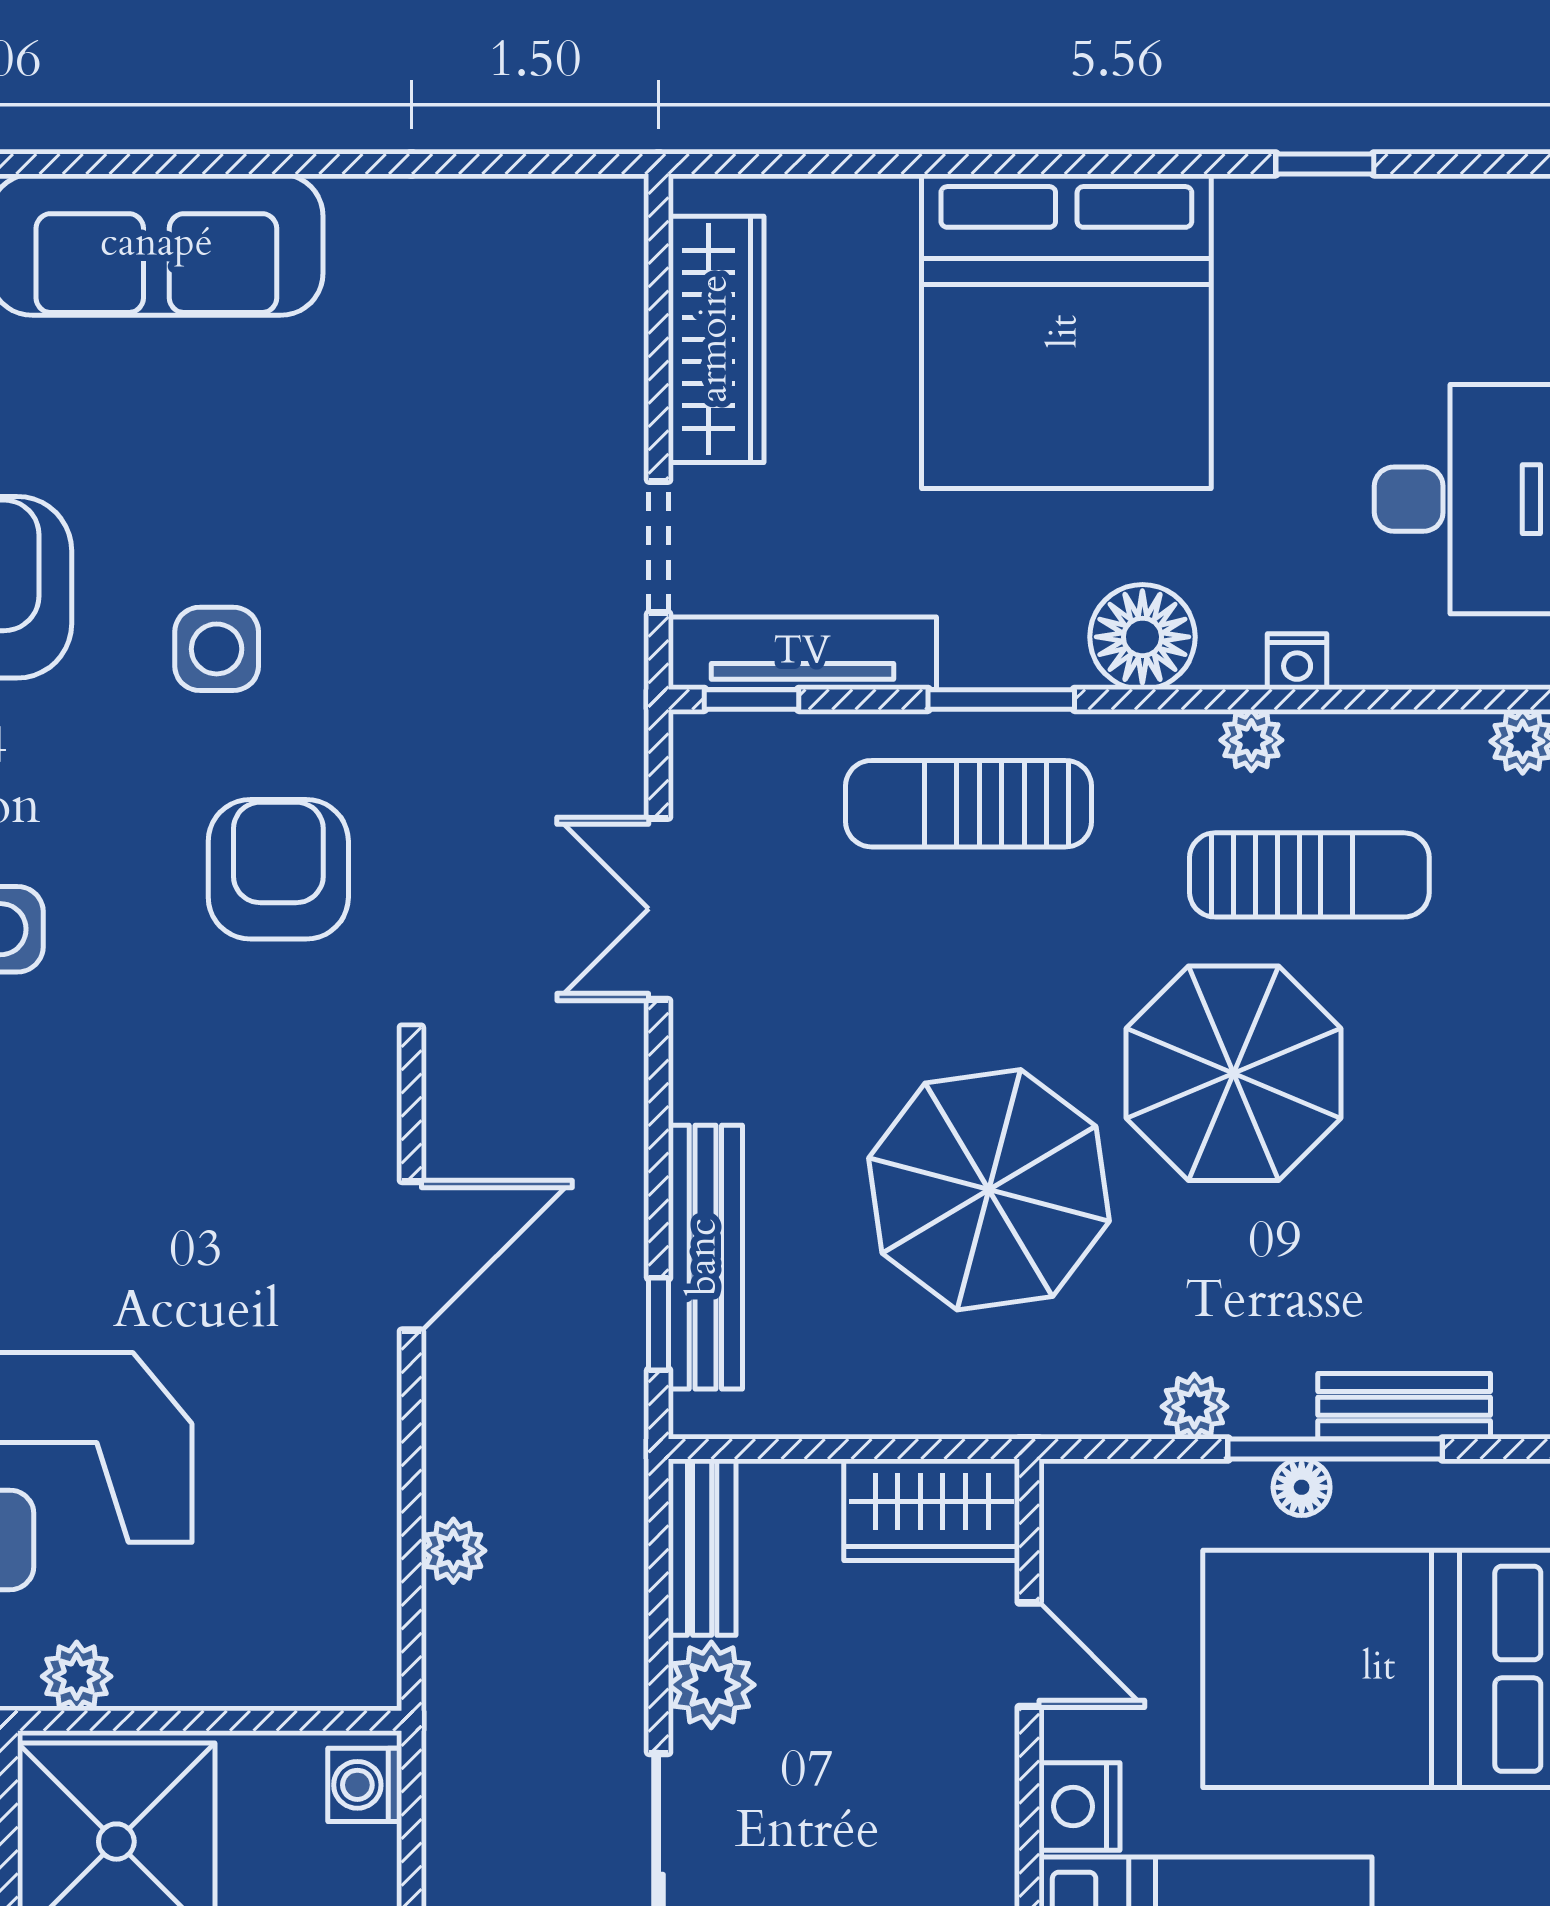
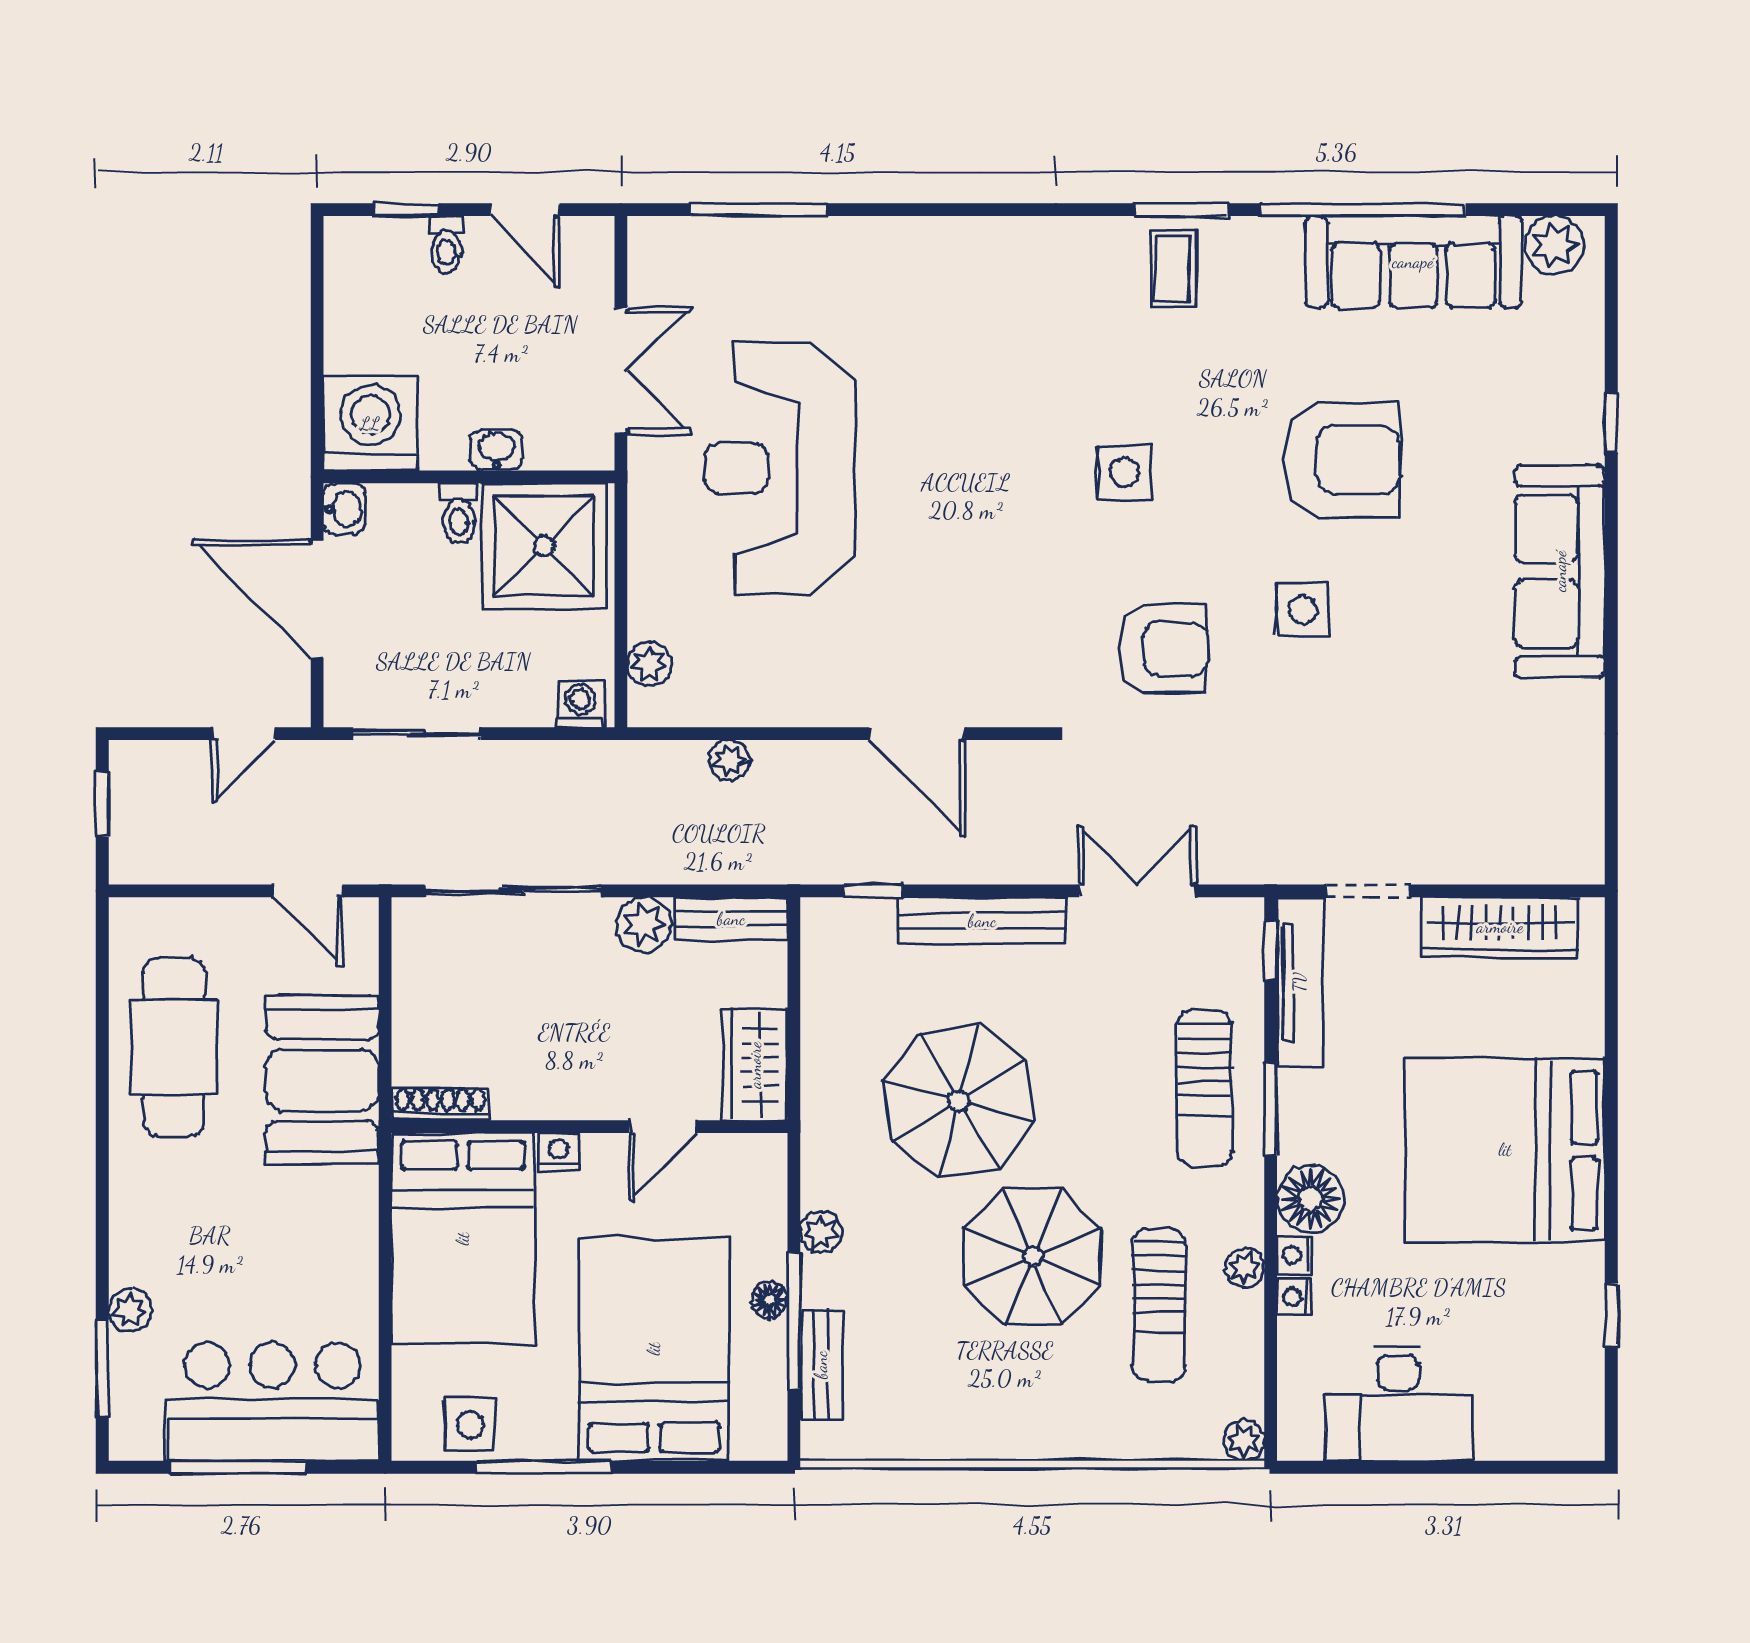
nightstand: (1231, 662) -> (1295, 1255), added
sun lounger: (969, 804) -> (1204, 1088), turned 180
bench: (705, 1257) -> (982, 921), moved
plant: (77, 1676) -> (649, 664), moved
nightstand: (1080, 1806) -> (559, 1152), width x0.72, depth x0.74

